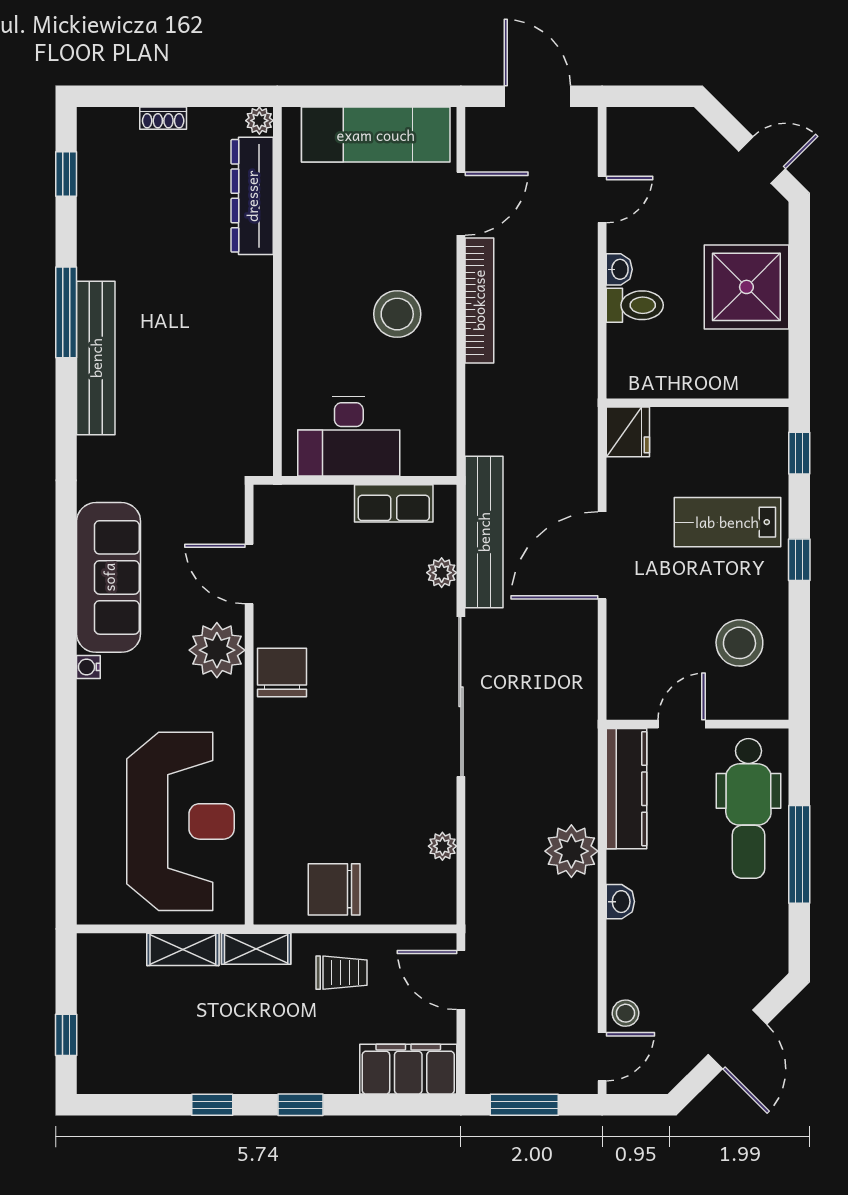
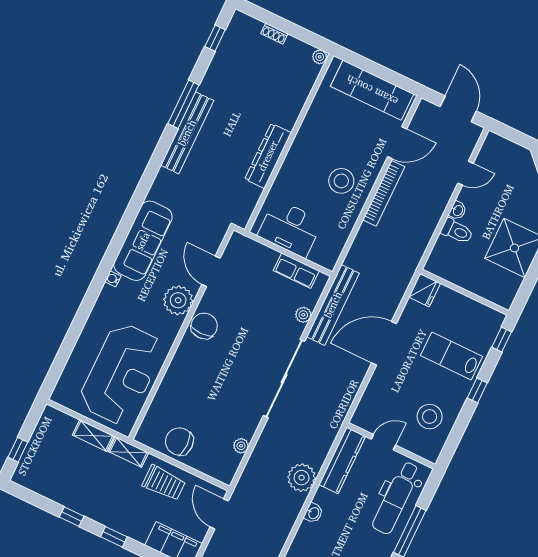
dresser: (252, 196) -> (268, 156), moved
trolley: (342, 973) -> (164, 483), width x1.36, depth x1.39

